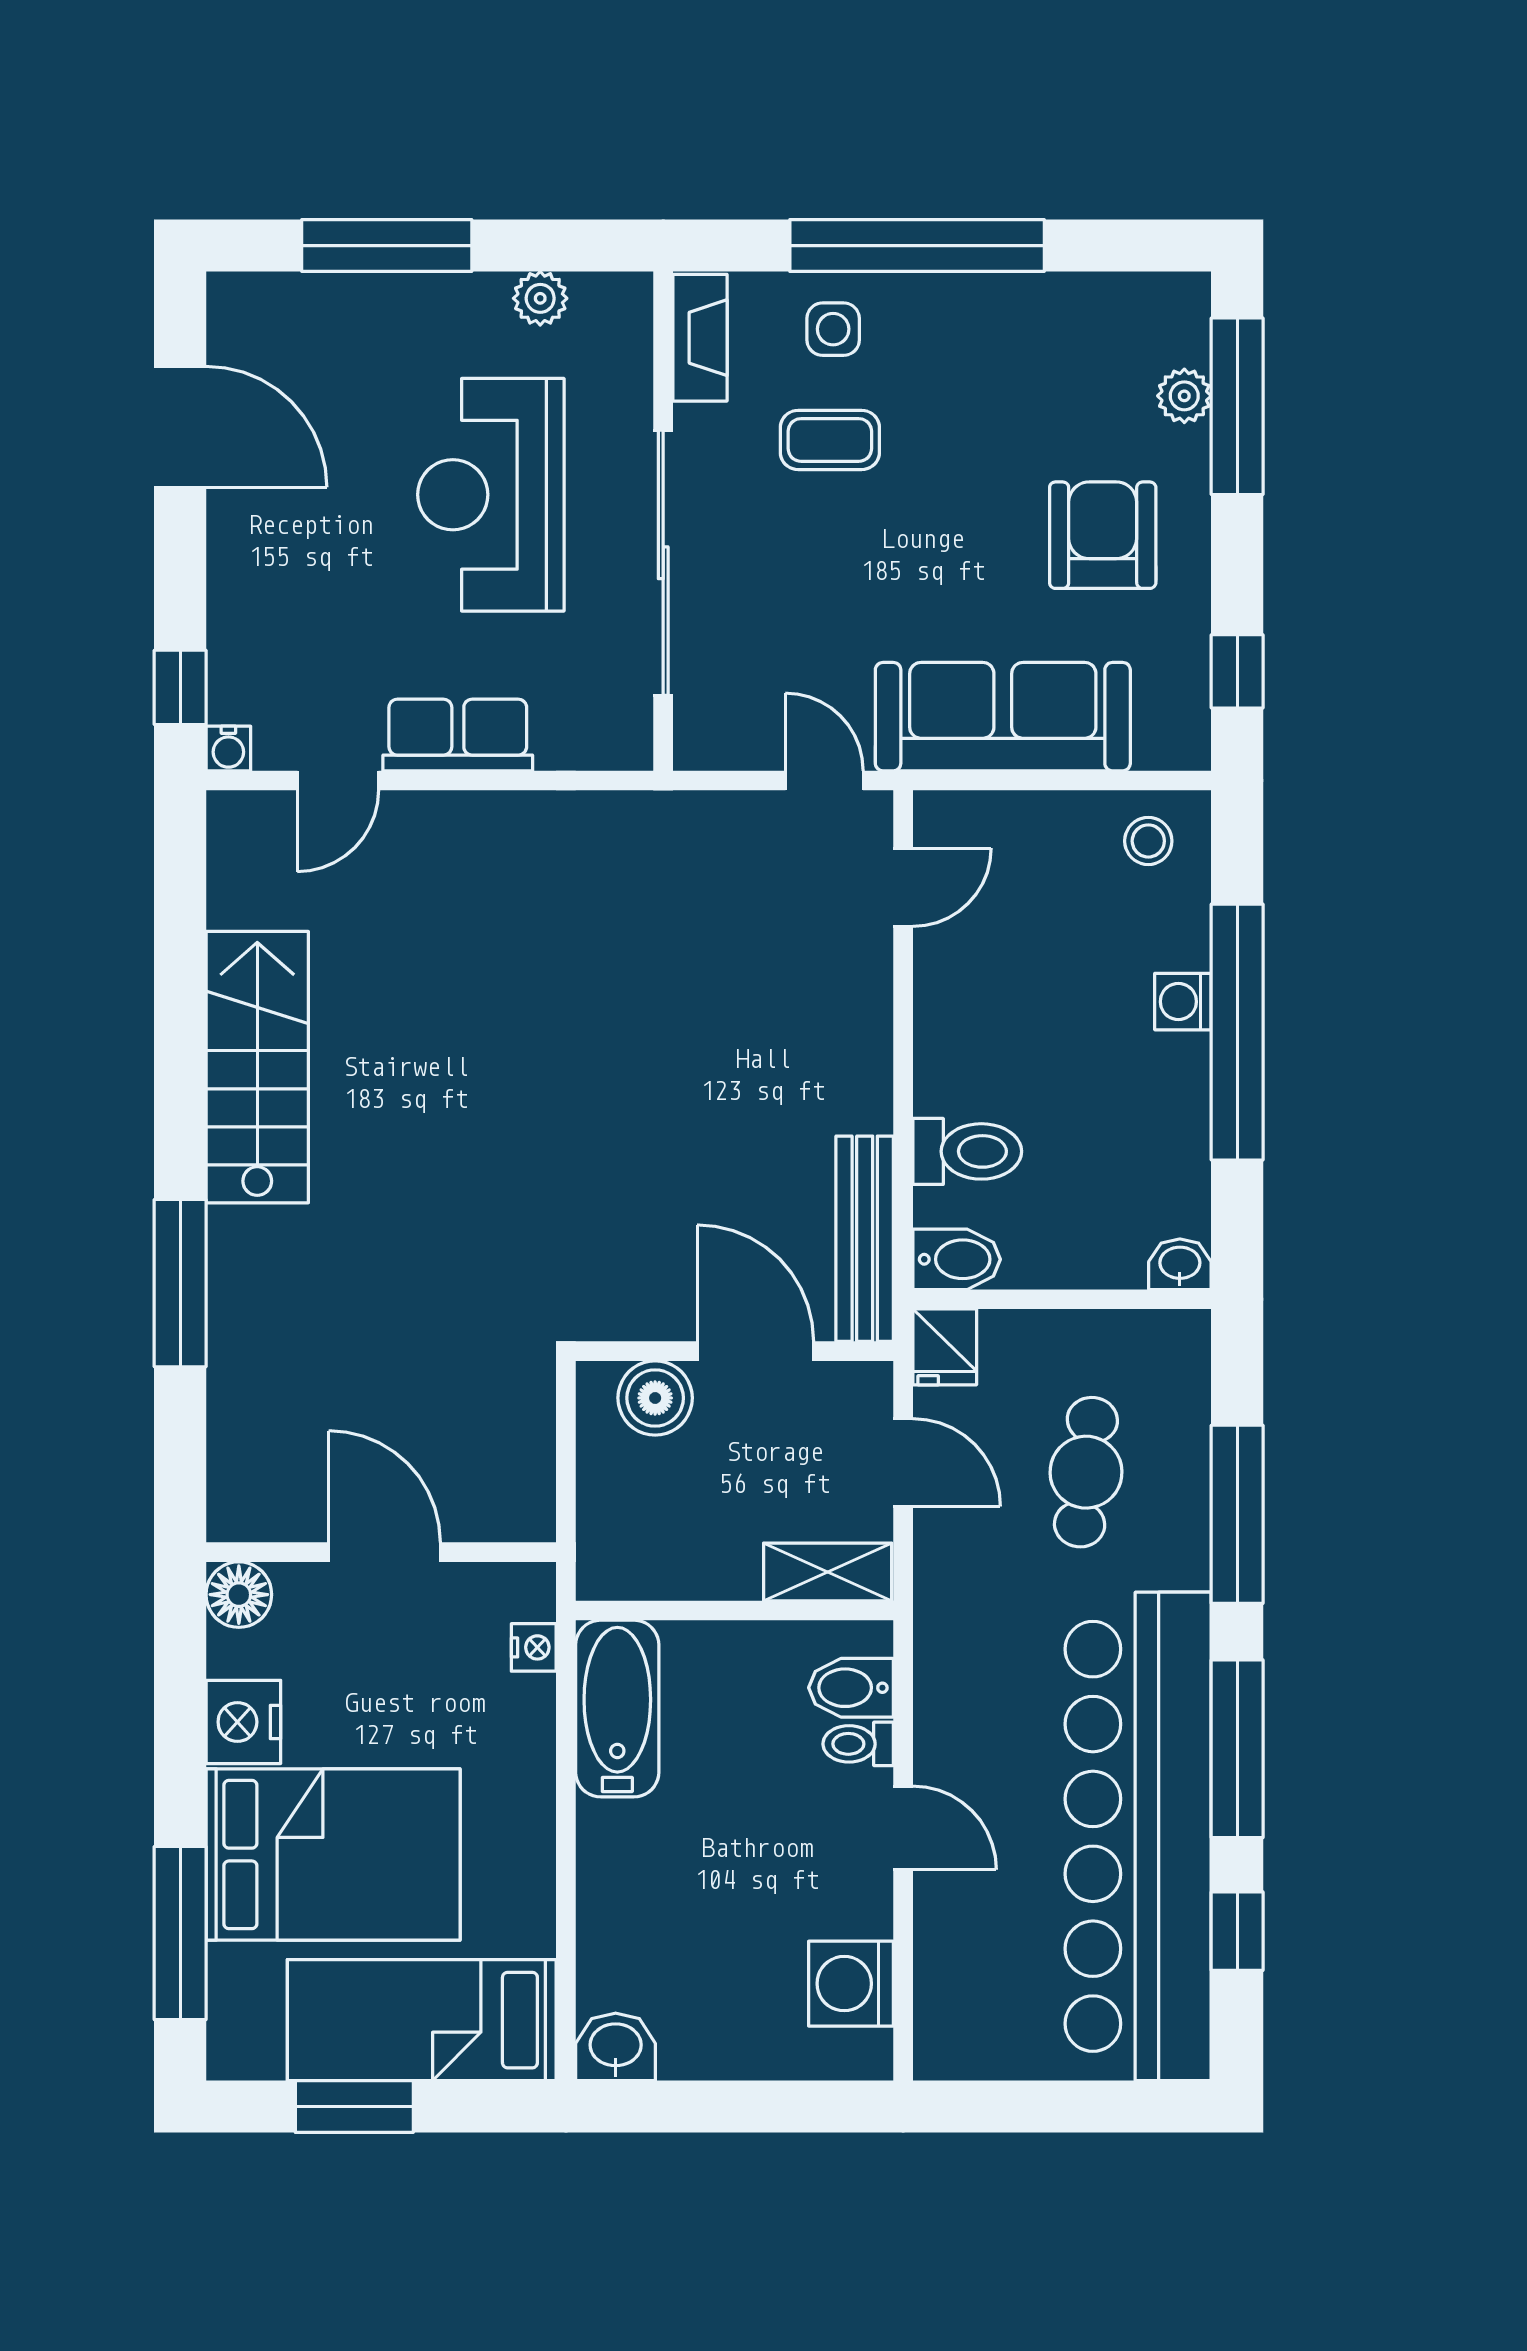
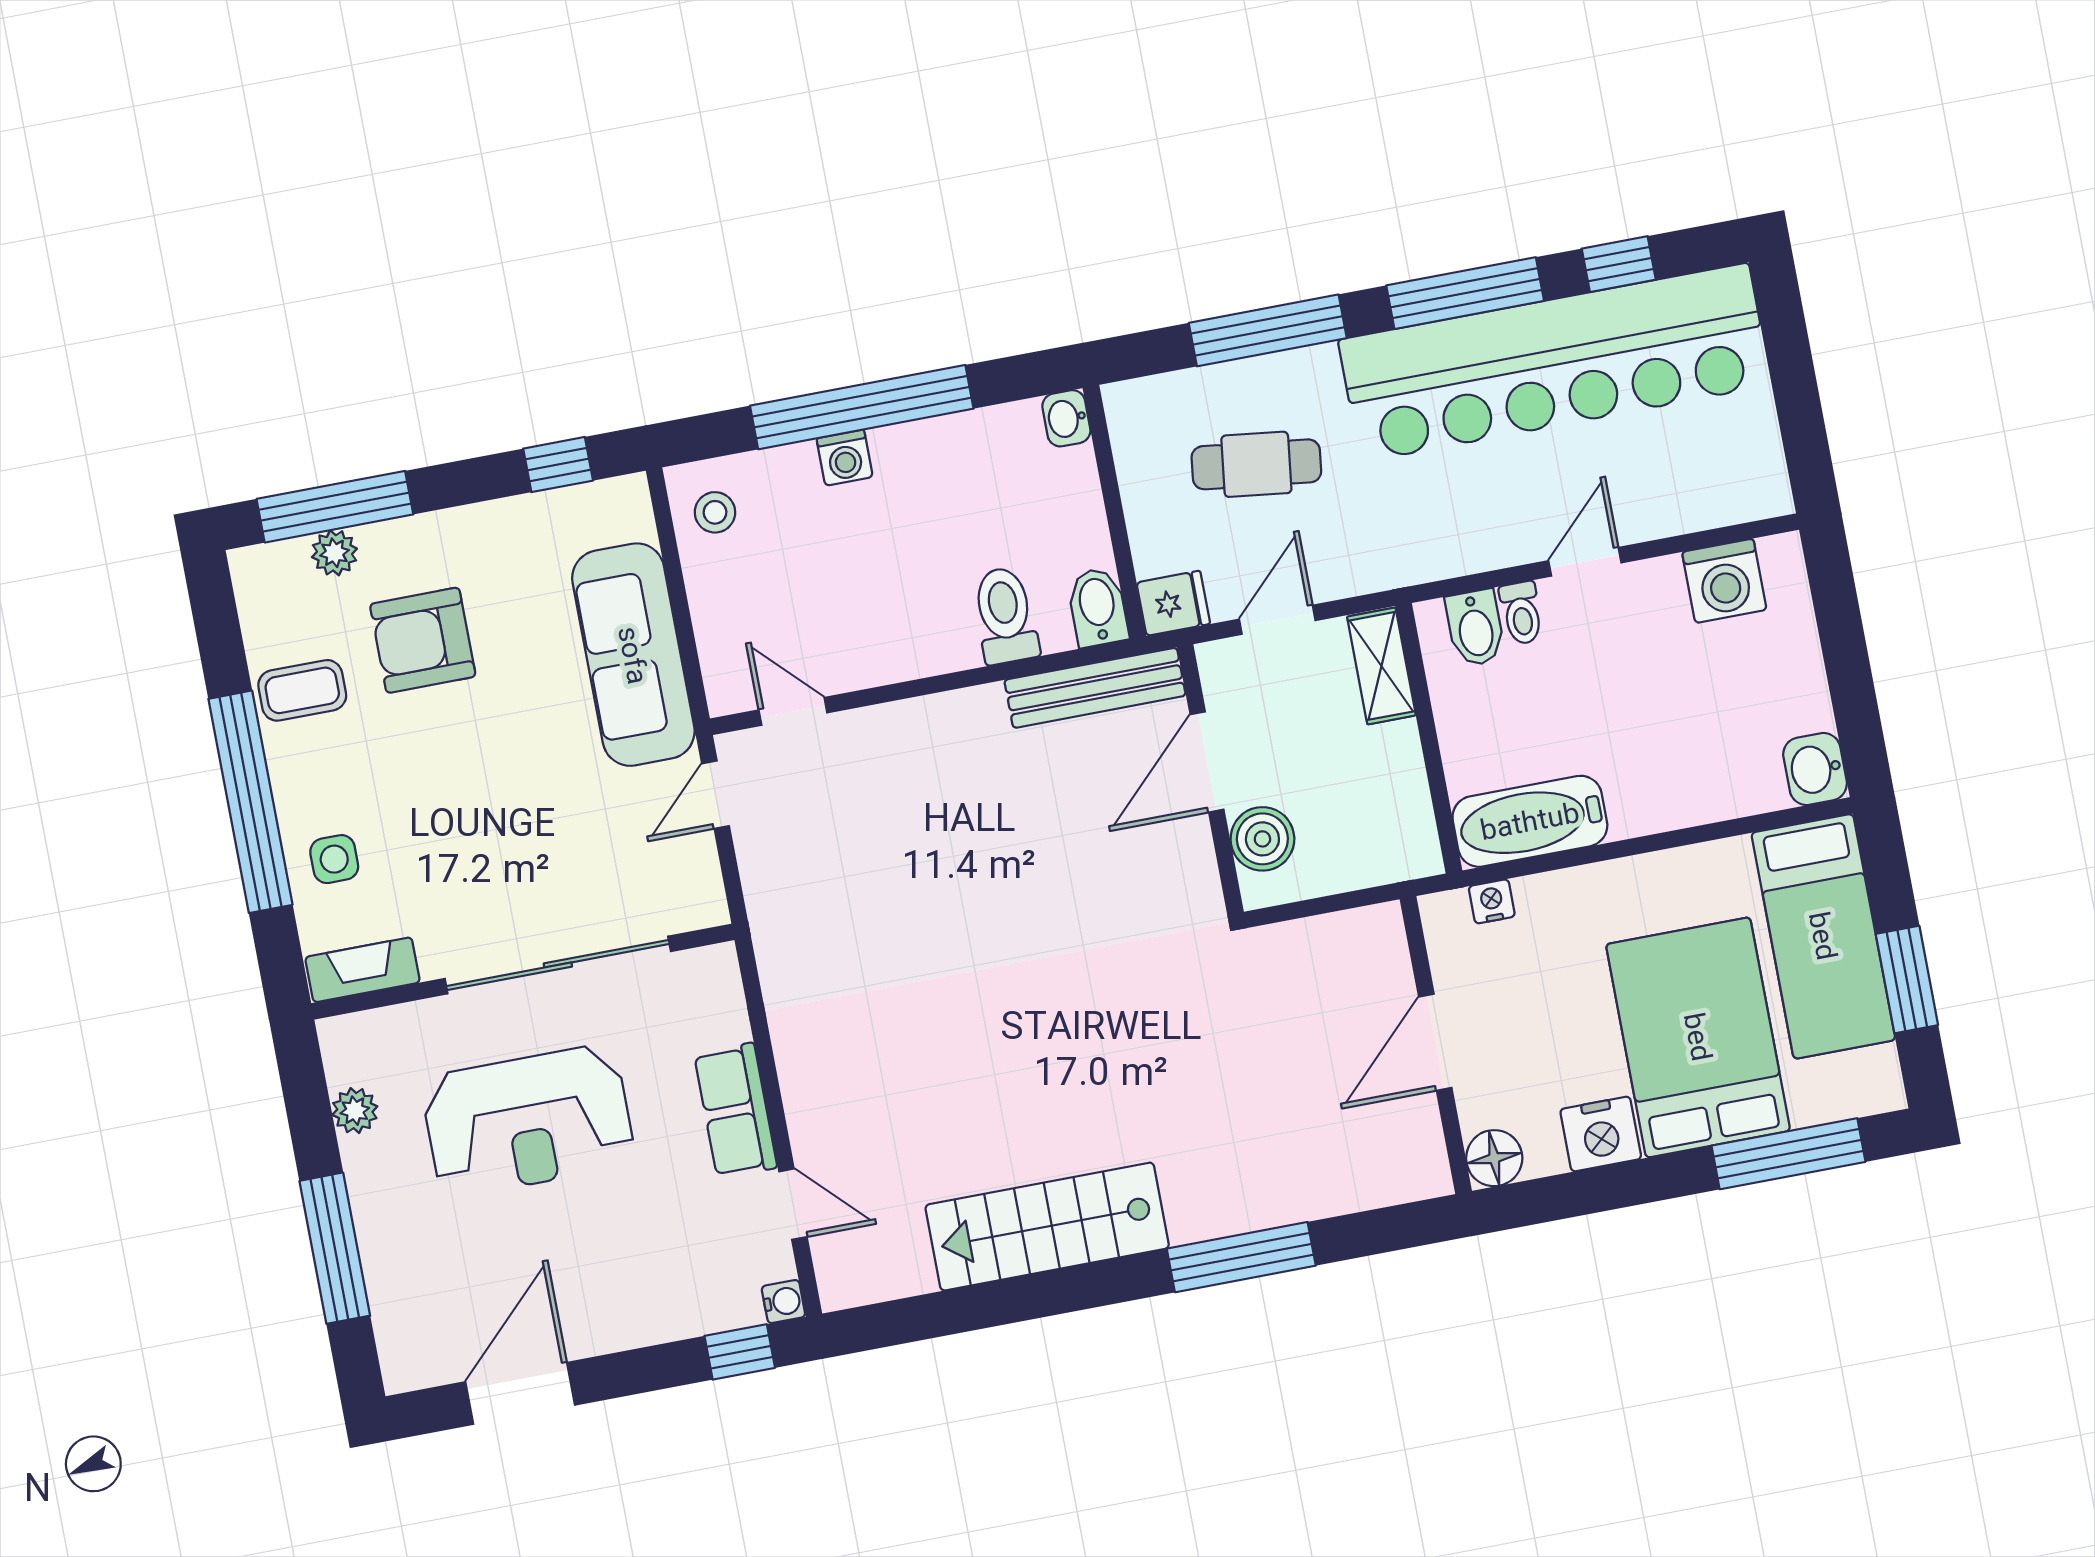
coffee table: (830, 440) -> (302, 690), moved, turned 90
armchair: (1103, 535) -> (423, 640), moved

